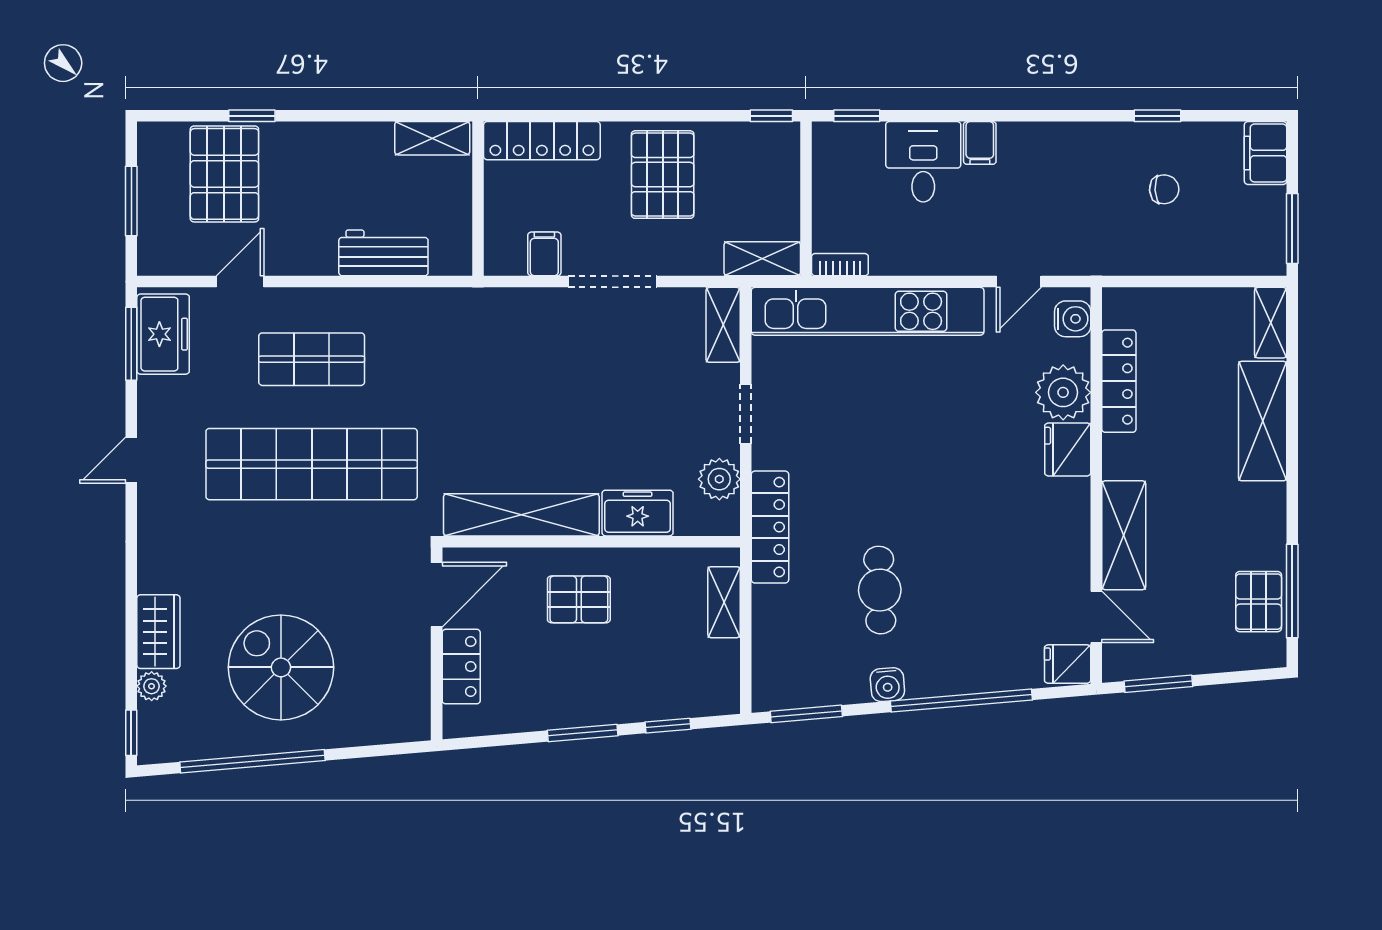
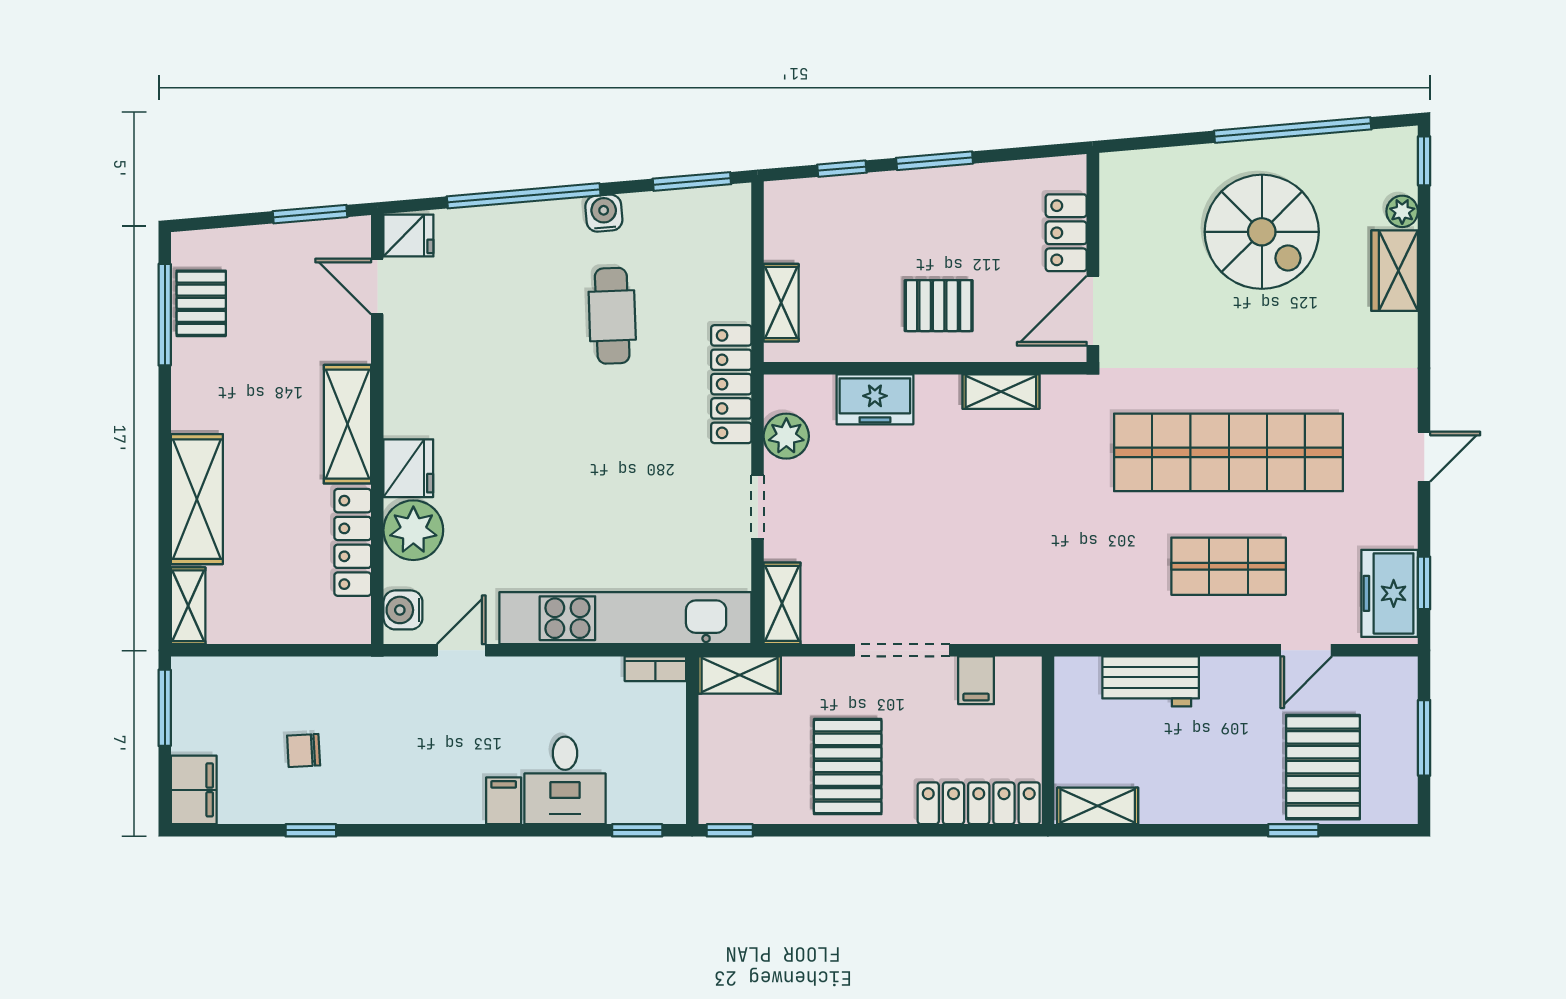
window: (131, 344) -> (1424, 583), width x0.67
shelving: (521, 515) -> (1001, 392), width x0.45, depth x0.75
shelving: (1124, 535) -> (347, 424), moved

